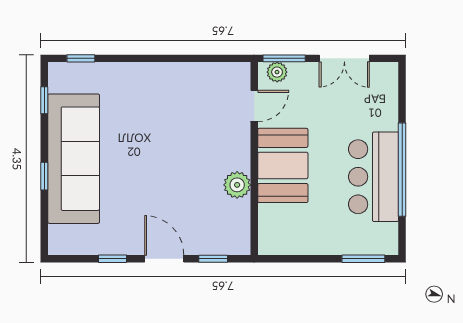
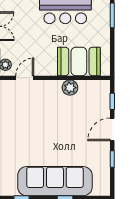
door: (254, 106) -> (25, 78), hinge flipped
booth: (283, 165) -> (79, 61), moved

